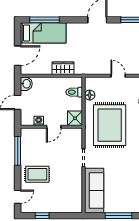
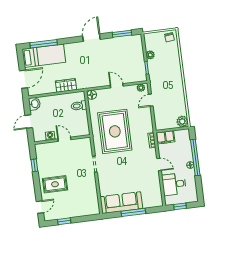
floor lamp: (90, 95) -> (92, 95), moved
shower: (75, 118) -> (83, 129), removed
door: (54, 127) -> (64, 139), swing flipped
window: (18, 151) -> (34, 165), width x0.46
sofa: (94, 191) -> (121, 203), moved, turned -90

